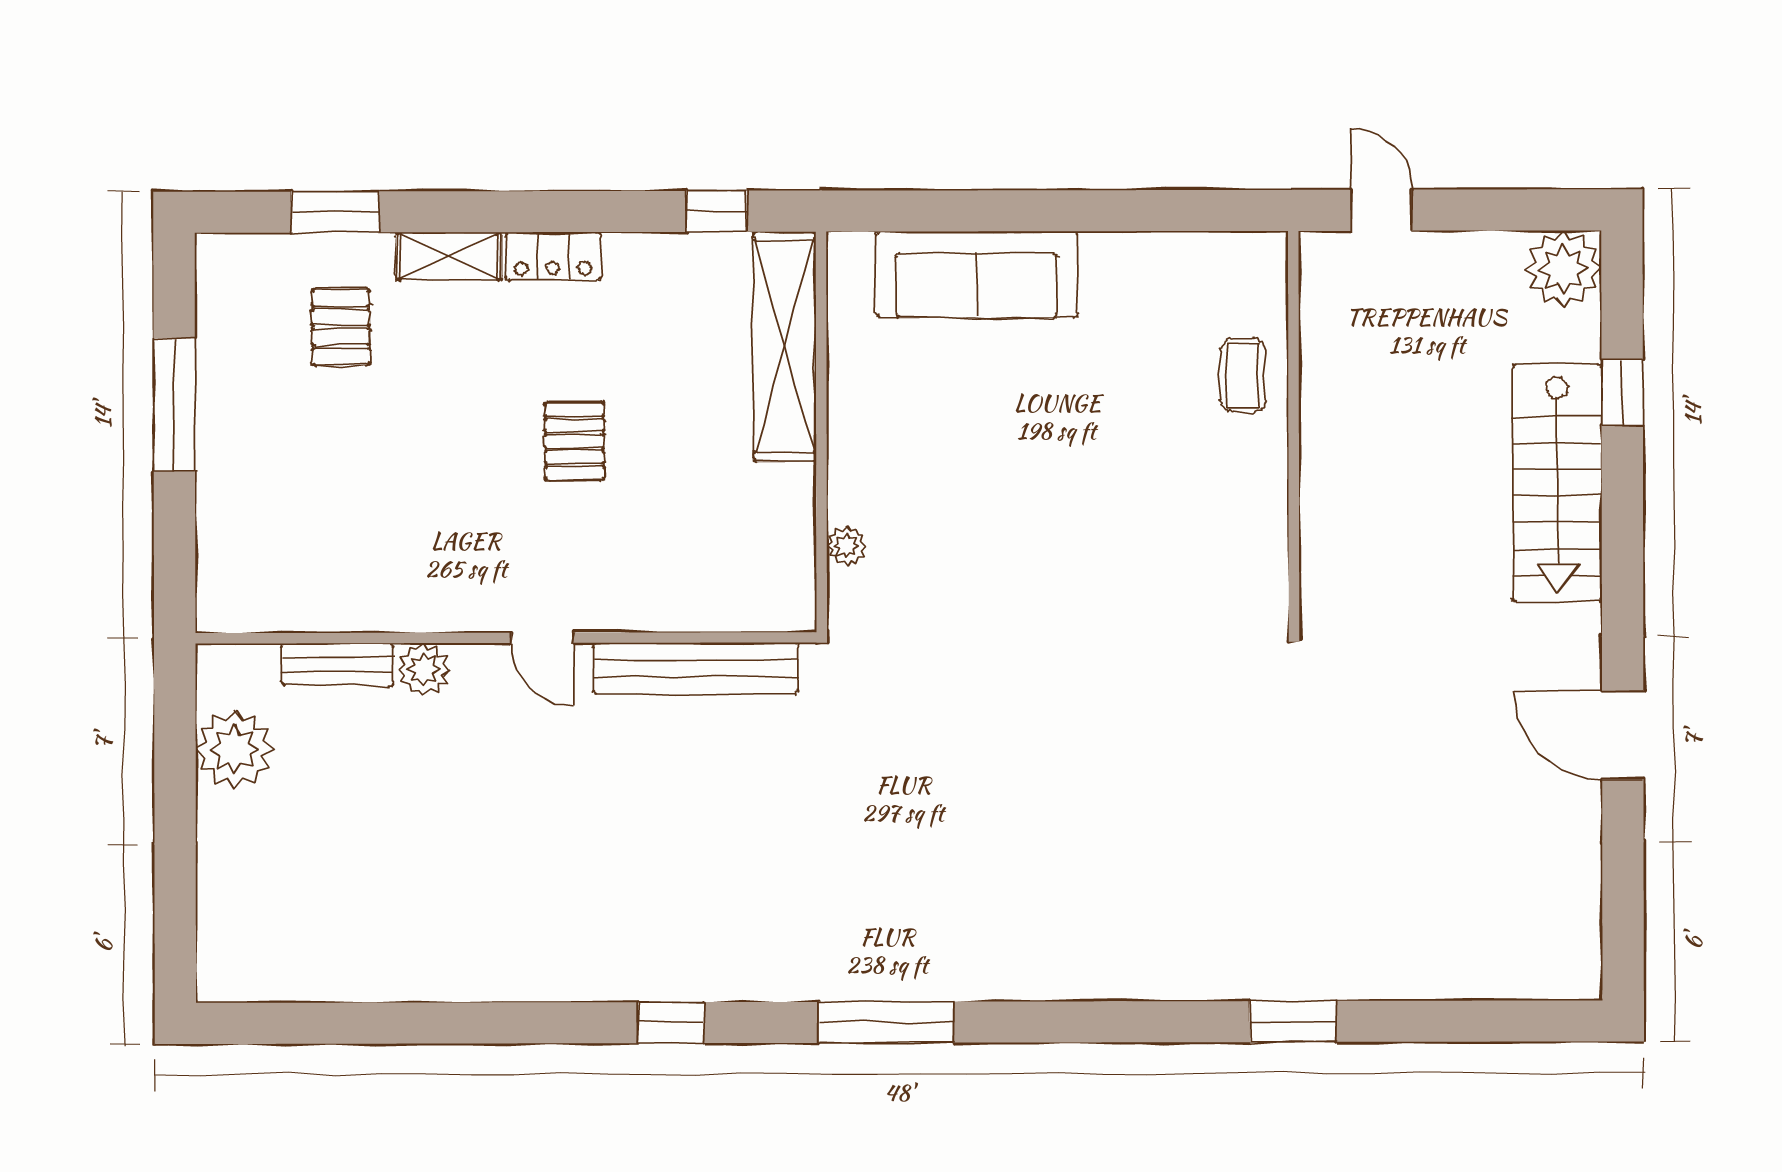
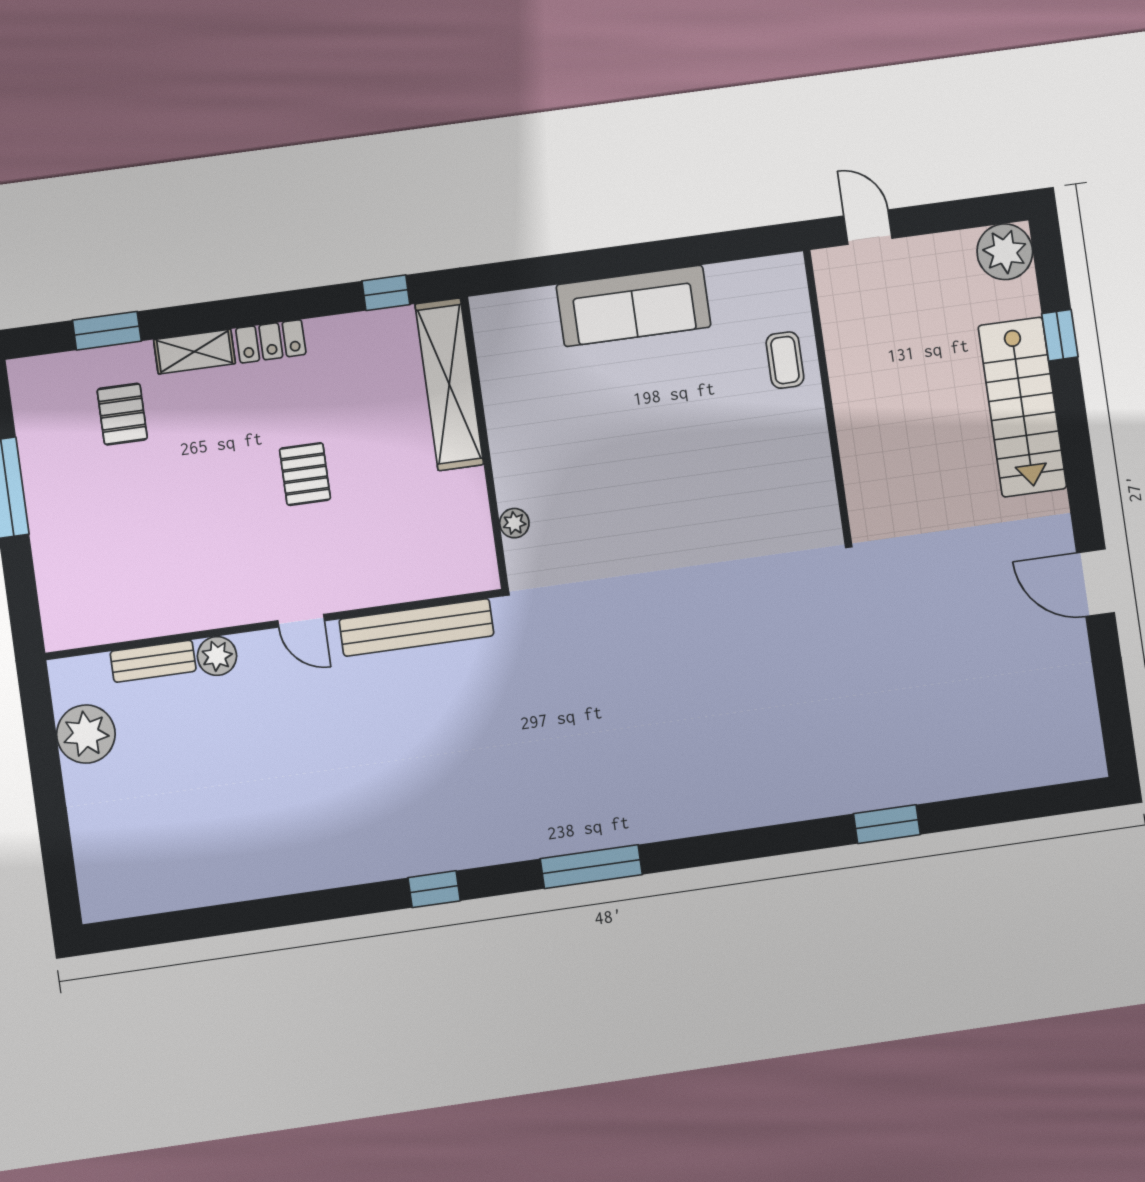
sofa: (977, 274) -> (634, 306), moved

